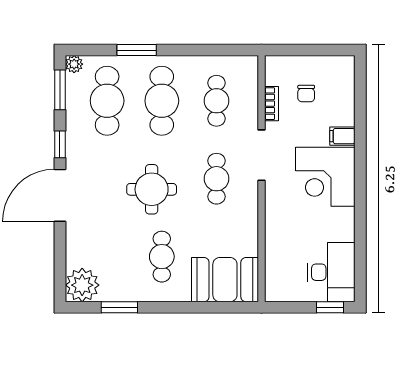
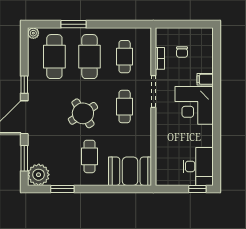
window: (60, 90) -> (24, 158), moved
round table: (152, 189) -> (83, 113), turned -33

